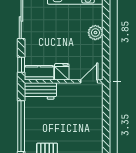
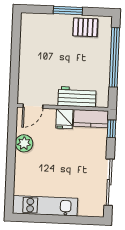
plant: (95, 33) -> (24, 143), moved
workbench: (40, 91) -> (77, 97), moved

